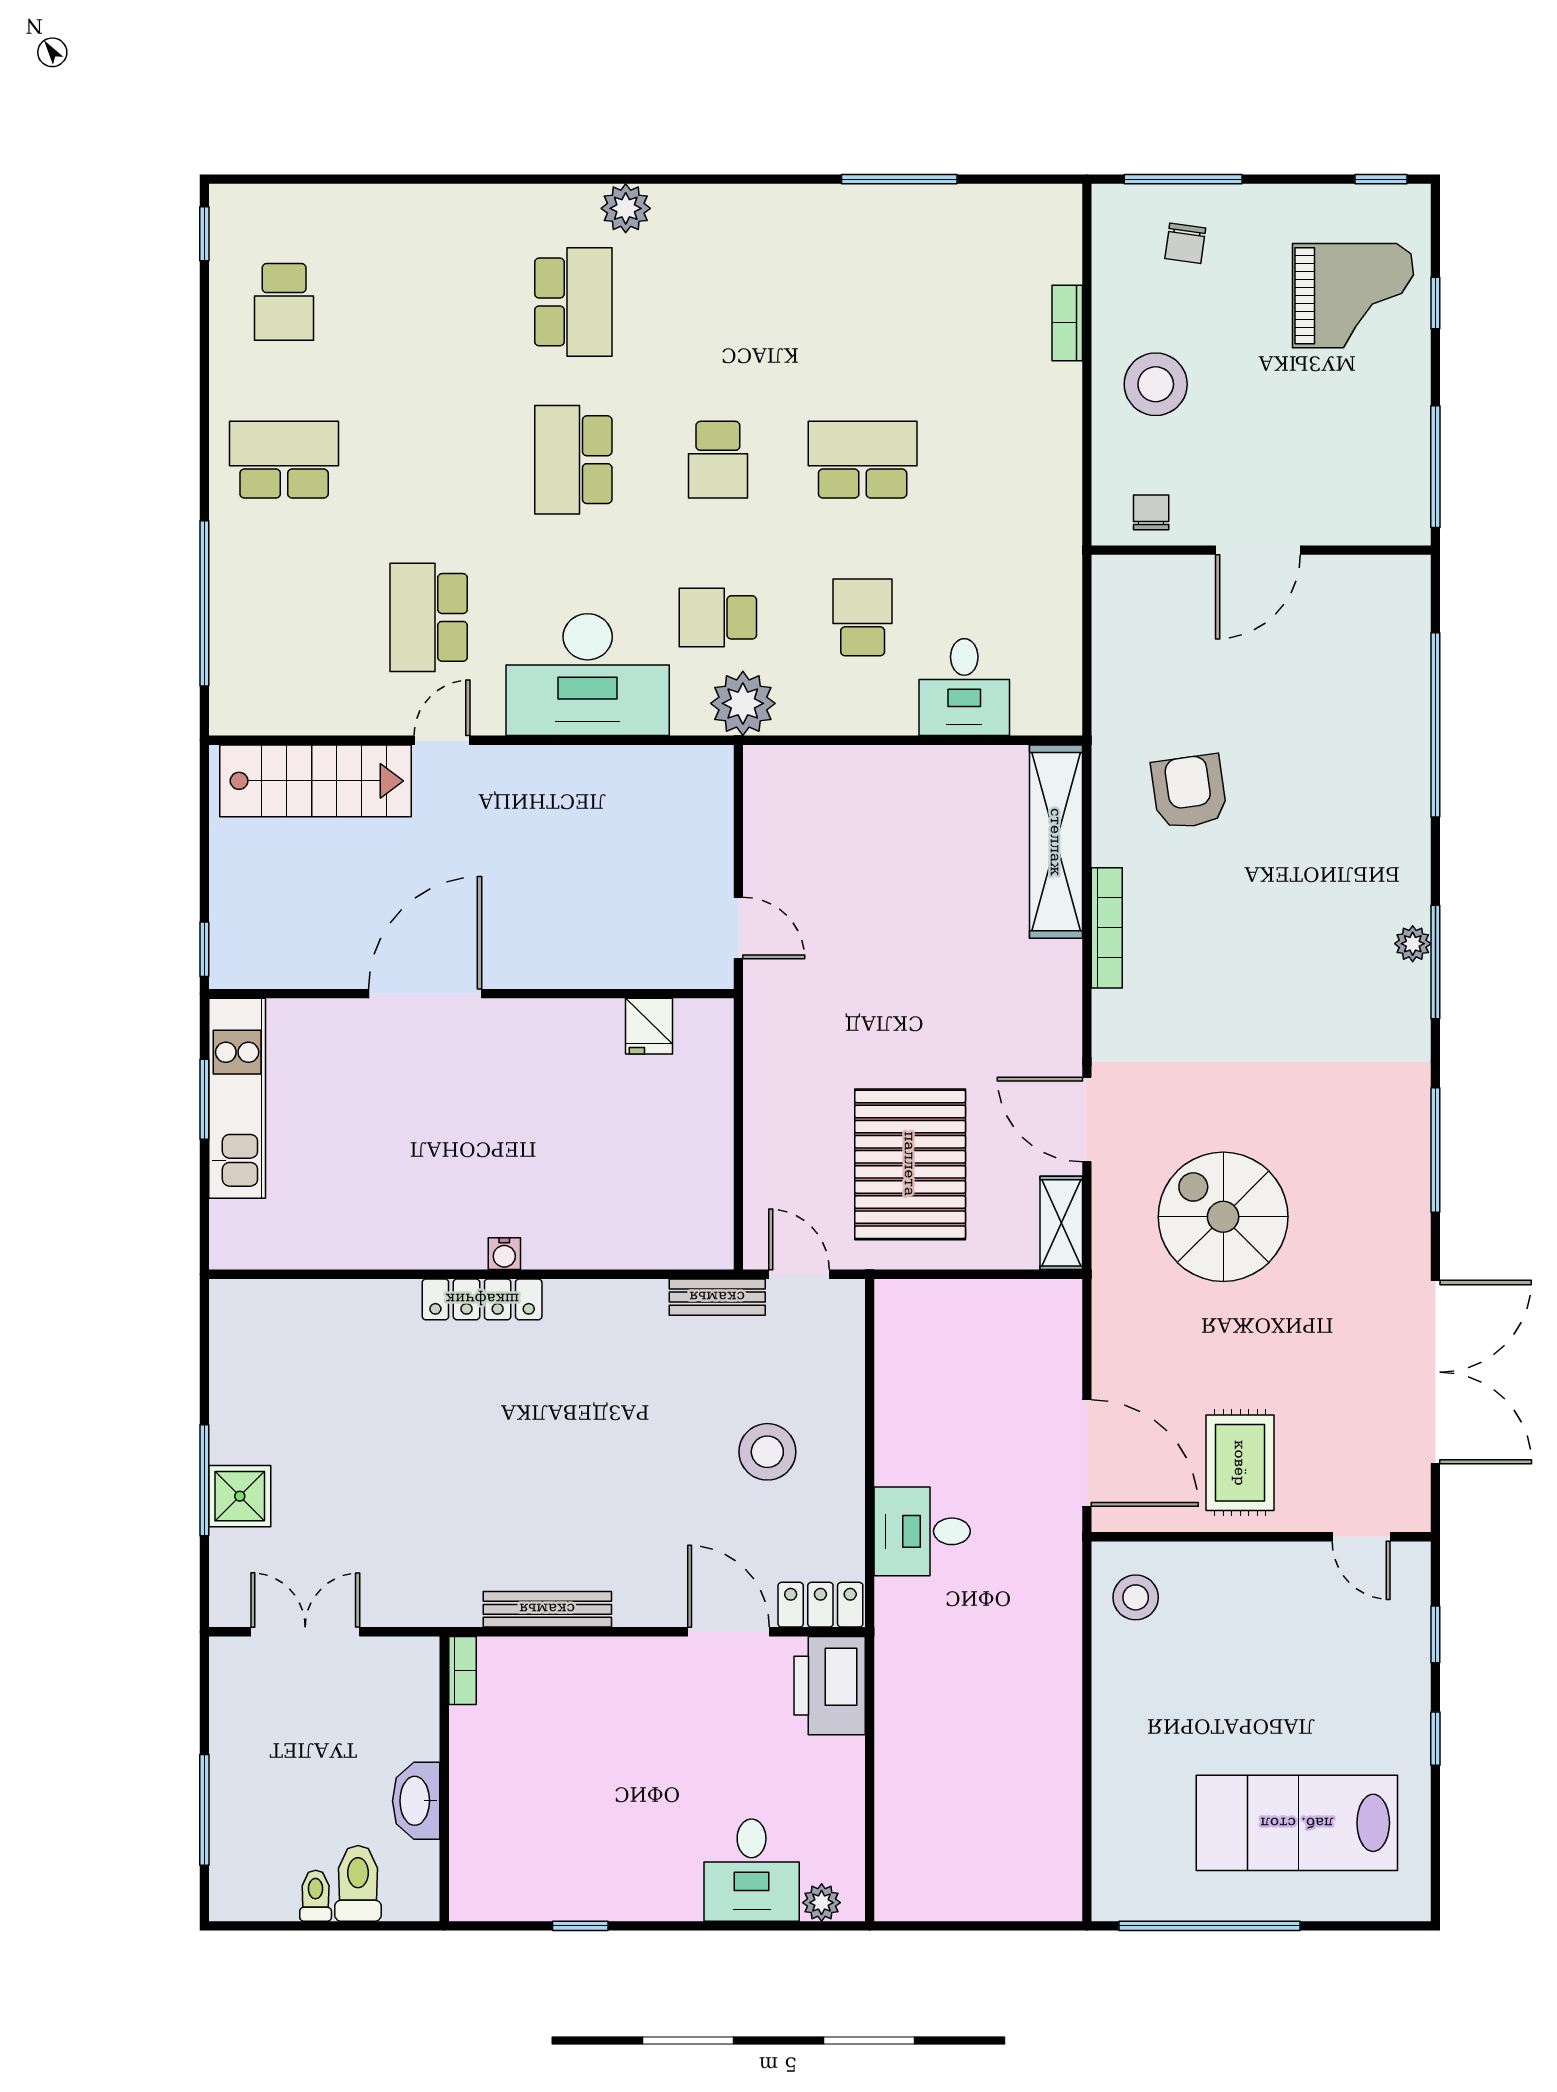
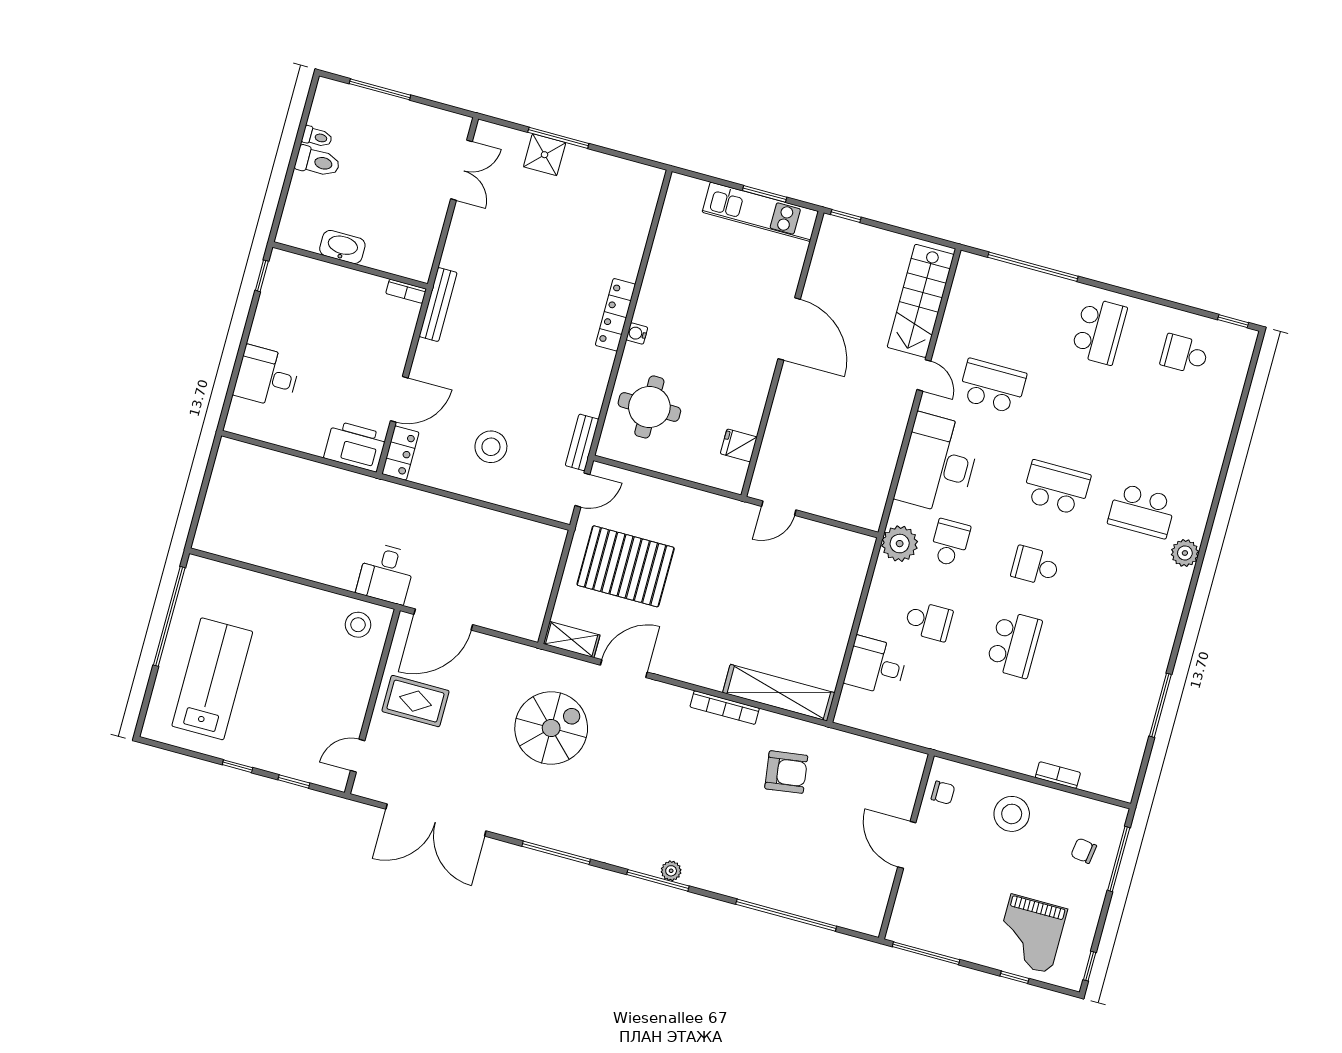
round table: (625, 1198) -> (649, 407), added
desk: (922, 1531) -> (386, 573), moved, turned 180
bookcase: (462, 1670) -> (406, 291), moved
wall: (444, 1779) -> (350, 265), moved
washbasin: (416, 1801) -> (342, 247), moved
plant: (822, 1903) -> (239, 410), removed

